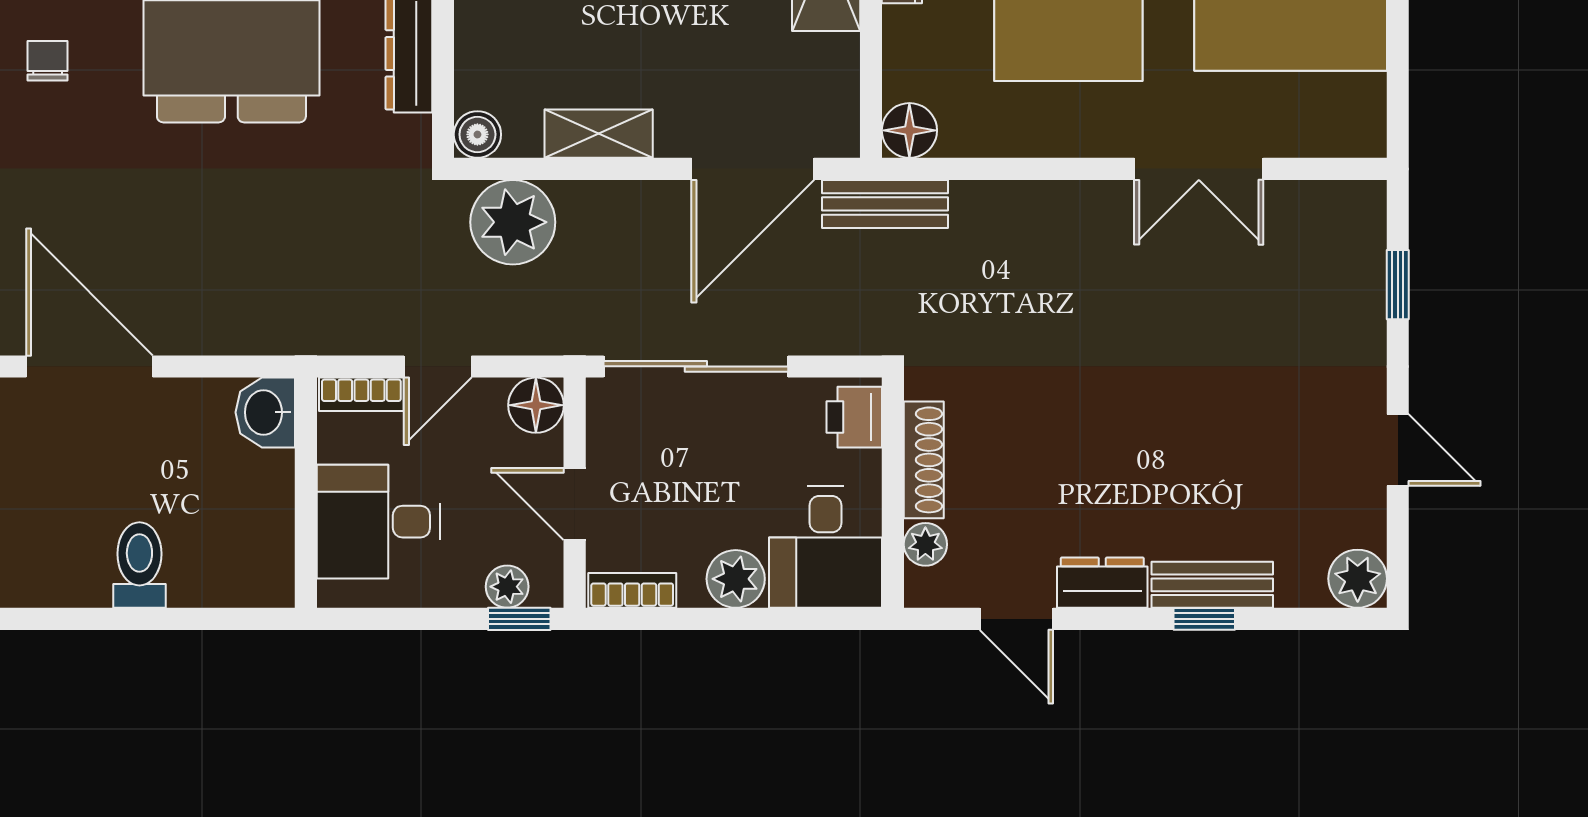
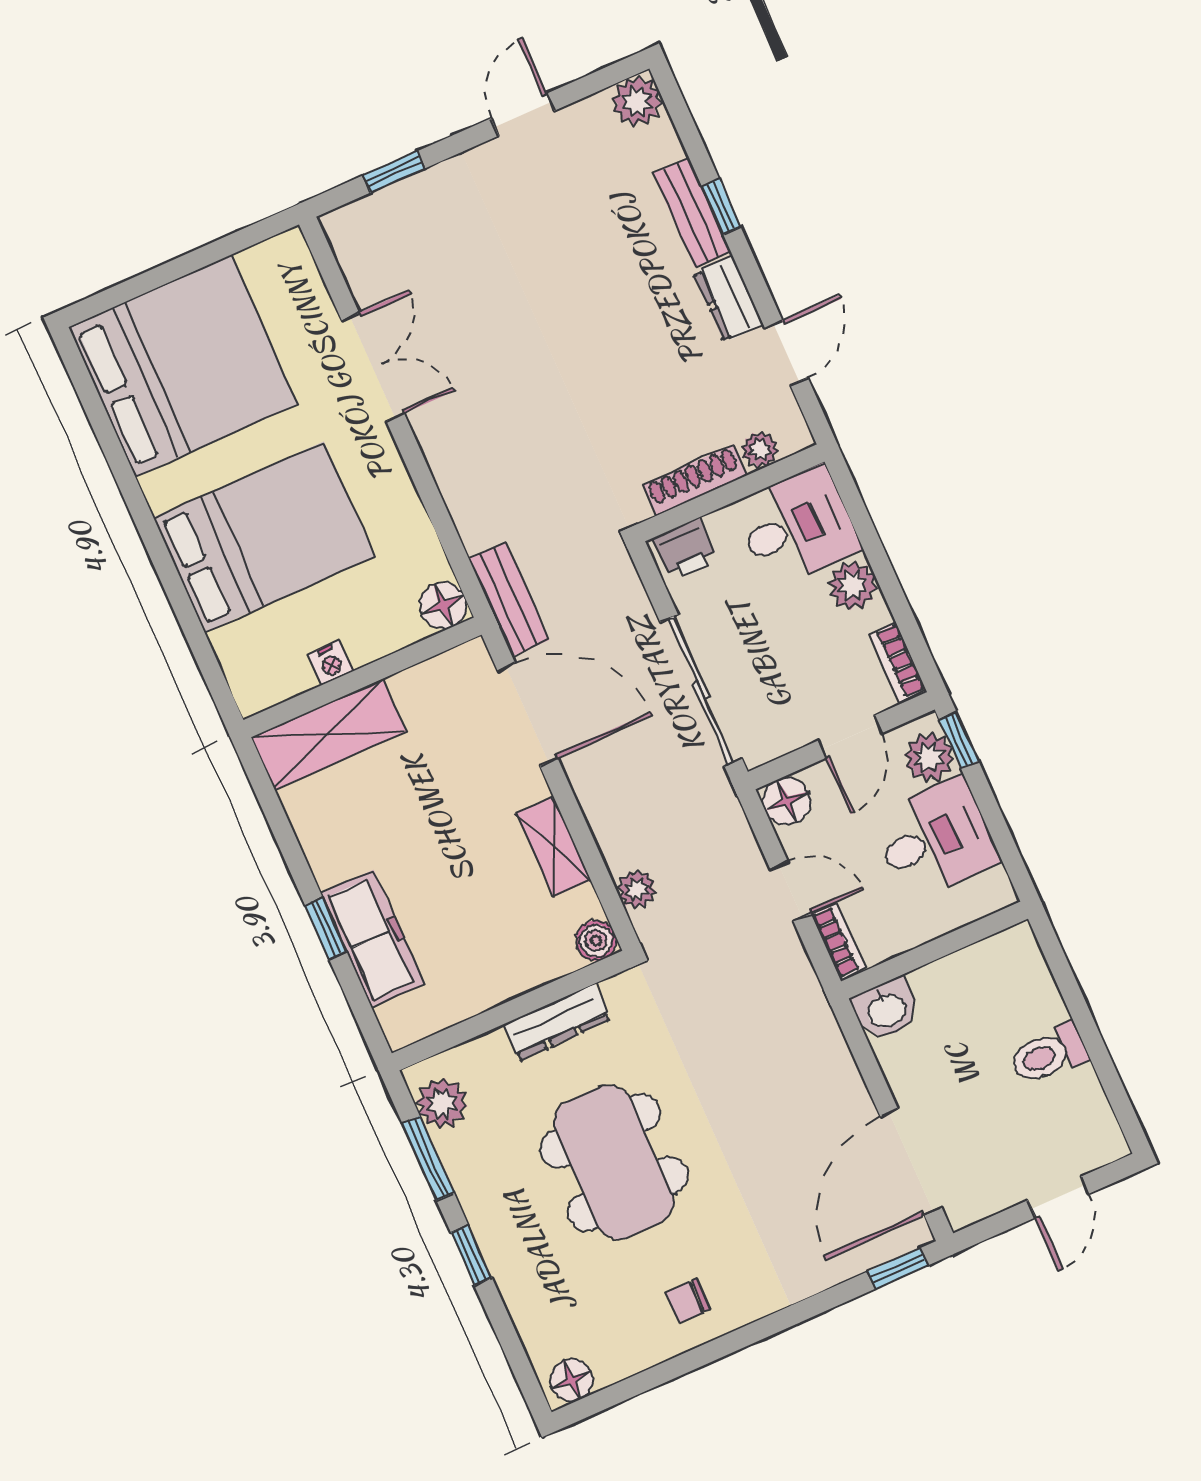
plant: (513, 222) -> (637, 889), width x0.53, depth x0.53
desk: (378, 522) -> (935, 839), moved, turned -90
plant: (507, 587) -> (929, 757), width x1.38, depth x1.38

